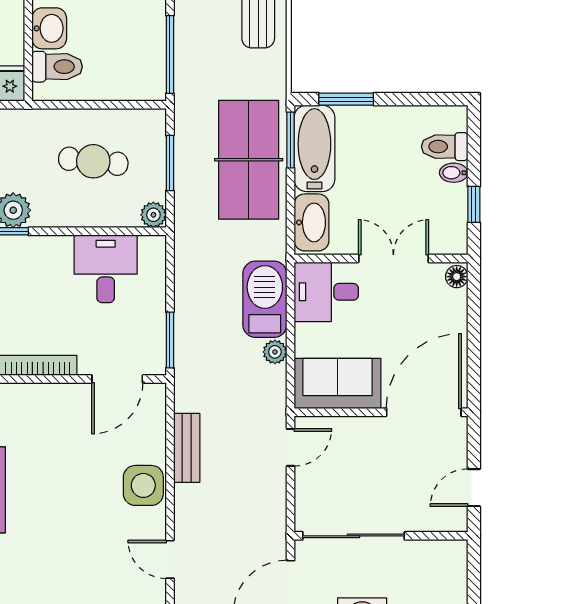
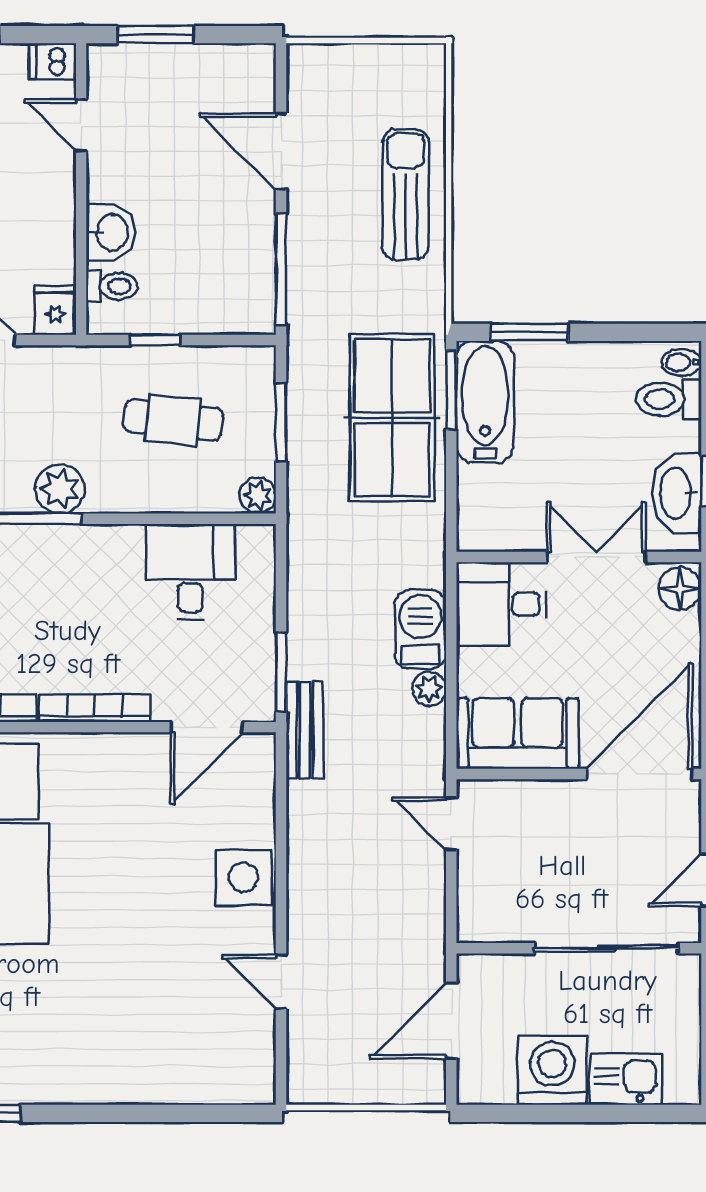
toilet: (57, 67) -> (112, 286), width x0.73, depth x0.72
window: (81, 105) -> (155, 340), added
bidet: (454, 173) -> (681, 362), moved
washbasin: (312, 222) -> (677, 493), moved, turned 180
floor lamp: (457, 277) -> (680, 588), width x1.37, depth x1.37
barbecue: (265, 299) -> (420, 629), width x0.73, depth x0.83
door: (291, 447) -> (451, 824), swing flipped
bench: (187, 448) -> (305, 730), moved
sliding door: (354, 536) -> (606, 948), moved

